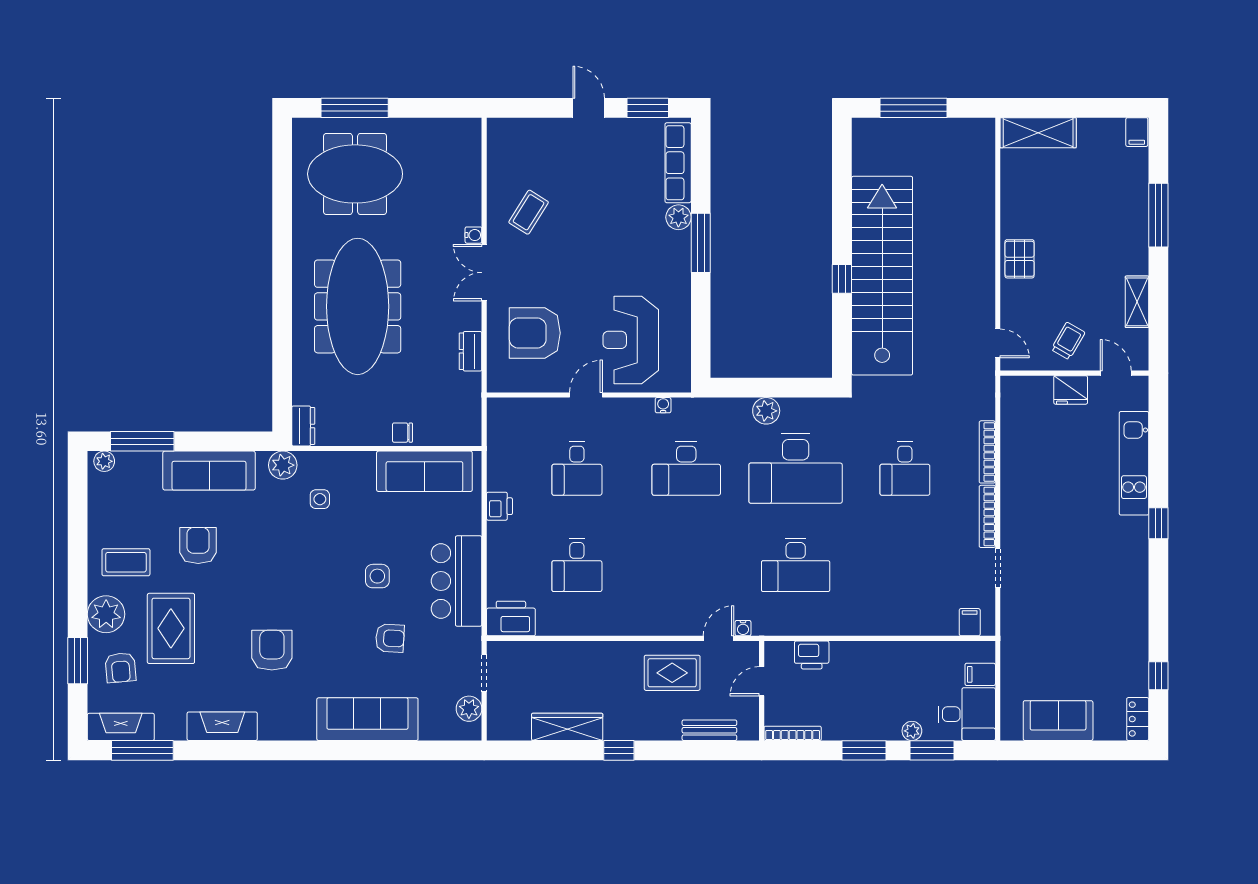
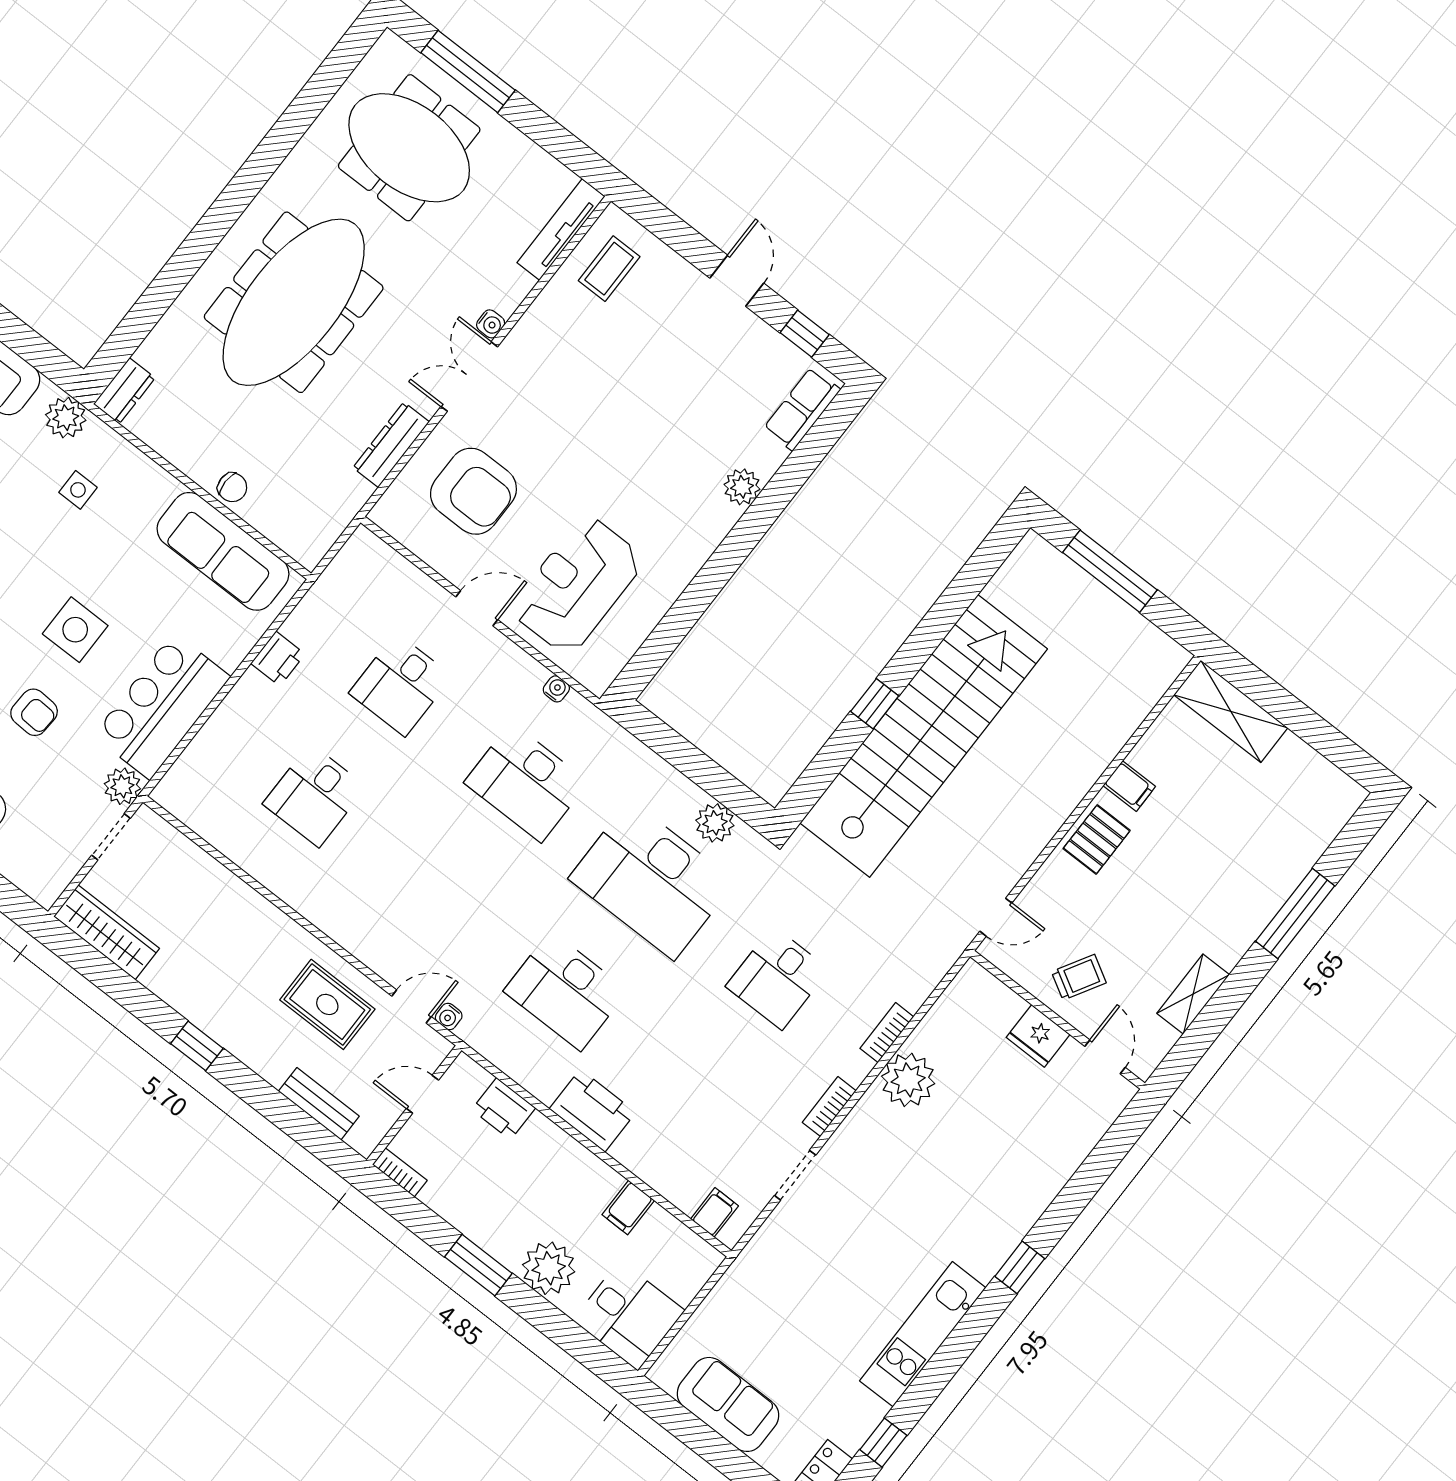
window: (648, 108) -> (805, 334), width x0.67
filing cabinet: (1137, 132) -> (1129, 786), moved, turned -90
tv unit: (472, 154) -> (561, 229), added
row of seats: (678, 163) -> (802, 409), width x0.68
coffee table: (529, 212) -> (609, 269), moved, turned -32
window: (701, 243) -> (745, 536), removed
armchair: (535, 333) -> (473, 491), turned 180
door: (998, 343) -> (996, 917), hinge flipped
dresser: (471, 351) -> (391, 445), width x1.44
plant: (766, 411) -> (715, 823), moved
chair: (402, 433) -> (232, 487), turned 180
bookcase: (987, 452) -> (887, 1033), width x0.64
kitchen unit: (1134, 463) -> (923, 1334), moved
plant: (1019, 469) -> (908, 1080), added
bookcase: (987, 516) -> (829, 1107), width x0.64
side table: (377, 576) -> (75, 630), width x1.37, depth x1.37
printer: (511, 618) -> (592, 1111), moved
filing cabinet: (980, 674) -> (628, 1208), moved, turned -90
plant: (469, 709) -> (122, 786), moved
wardrobe: (567, 727) -> (107, 932), moved
plant: (912, 731) -> (549, 1268), width x1.87, depth x1.87
bookcase: (793, 733) -> (400, 1173), width x0.64
window: (932, 750) -> (556, 1326), removed

